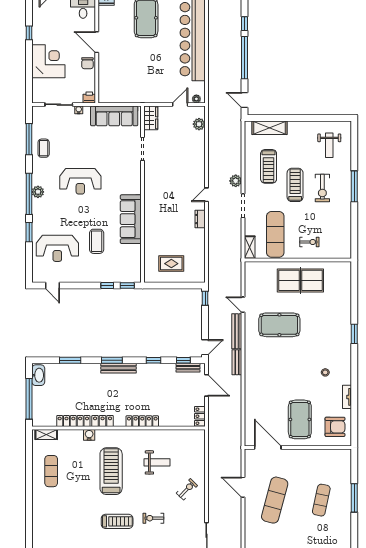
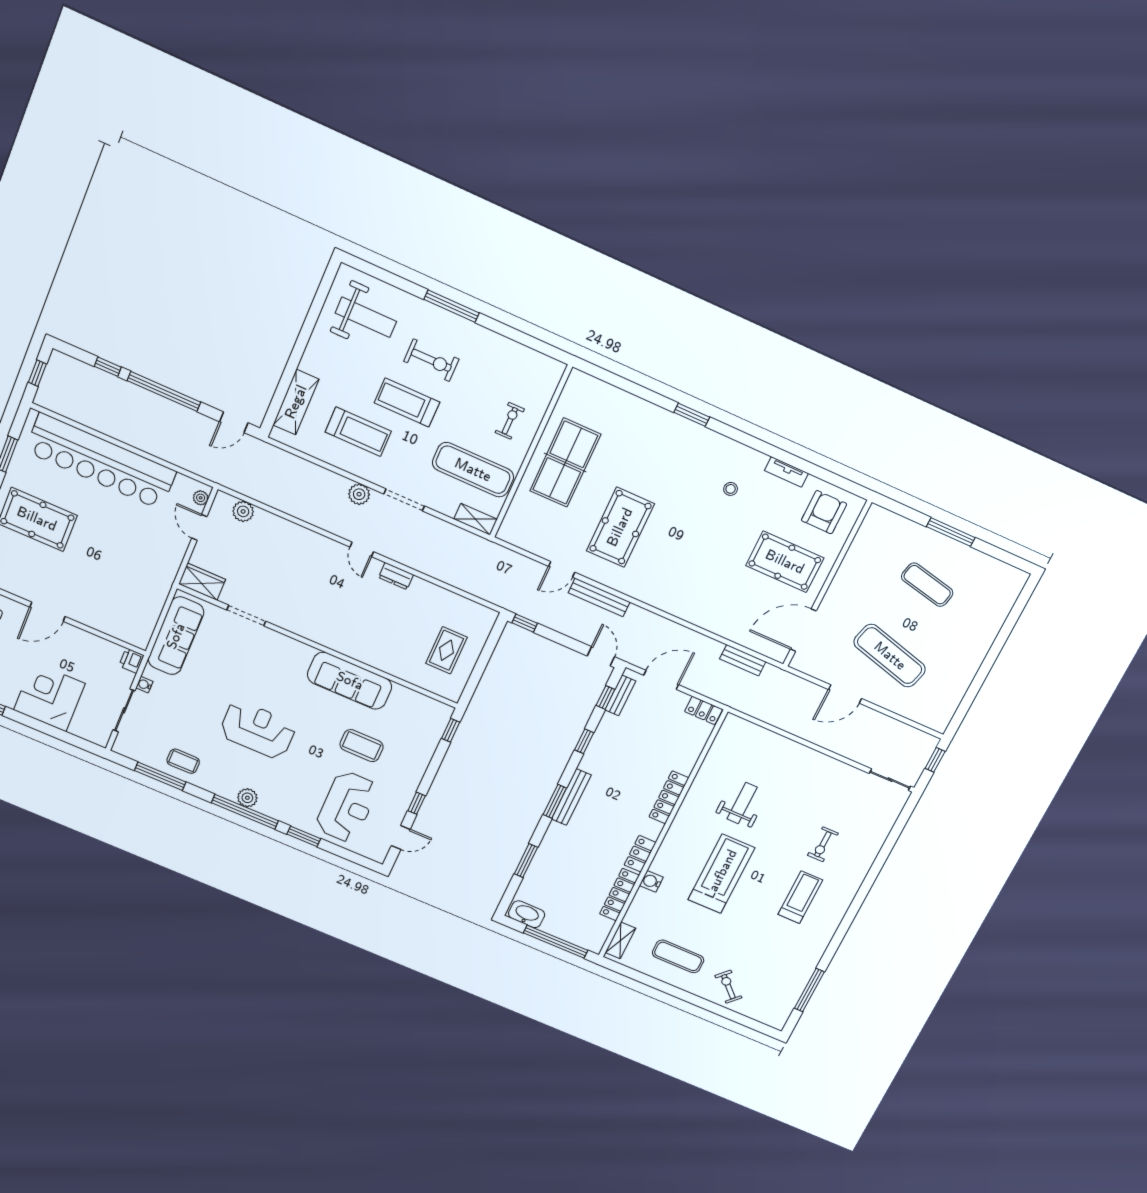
chair: (87, 63) -> (75, 640), removed
weight bench: (329, 145) -> (366, 317), width x1.36, depth x1.33
reception desk: (80, 181) -> (258, 730), turned -90
window: (107, 286) -> (417, 803), moved
bench: (237, 362) -> (743, 660), moved
treadmill: (111, 471) -> (721, 874), turned 90
exercise bike: (187, 489) -> (728, 987), moved

